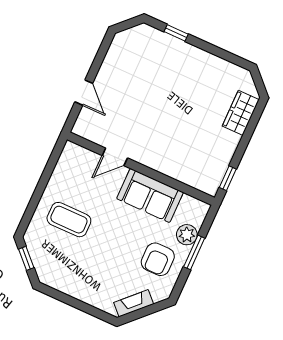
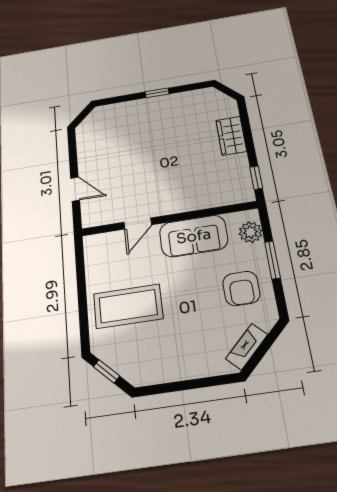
window: (176, 33) -> (157, 93), moved
wardrobe: (241, 113) -> (231, 136), moved
coffee table: (69, 220) -> (128, 306), width x1.36, depth x1.32
plant: (187, 235) -> (251, 232), moved

